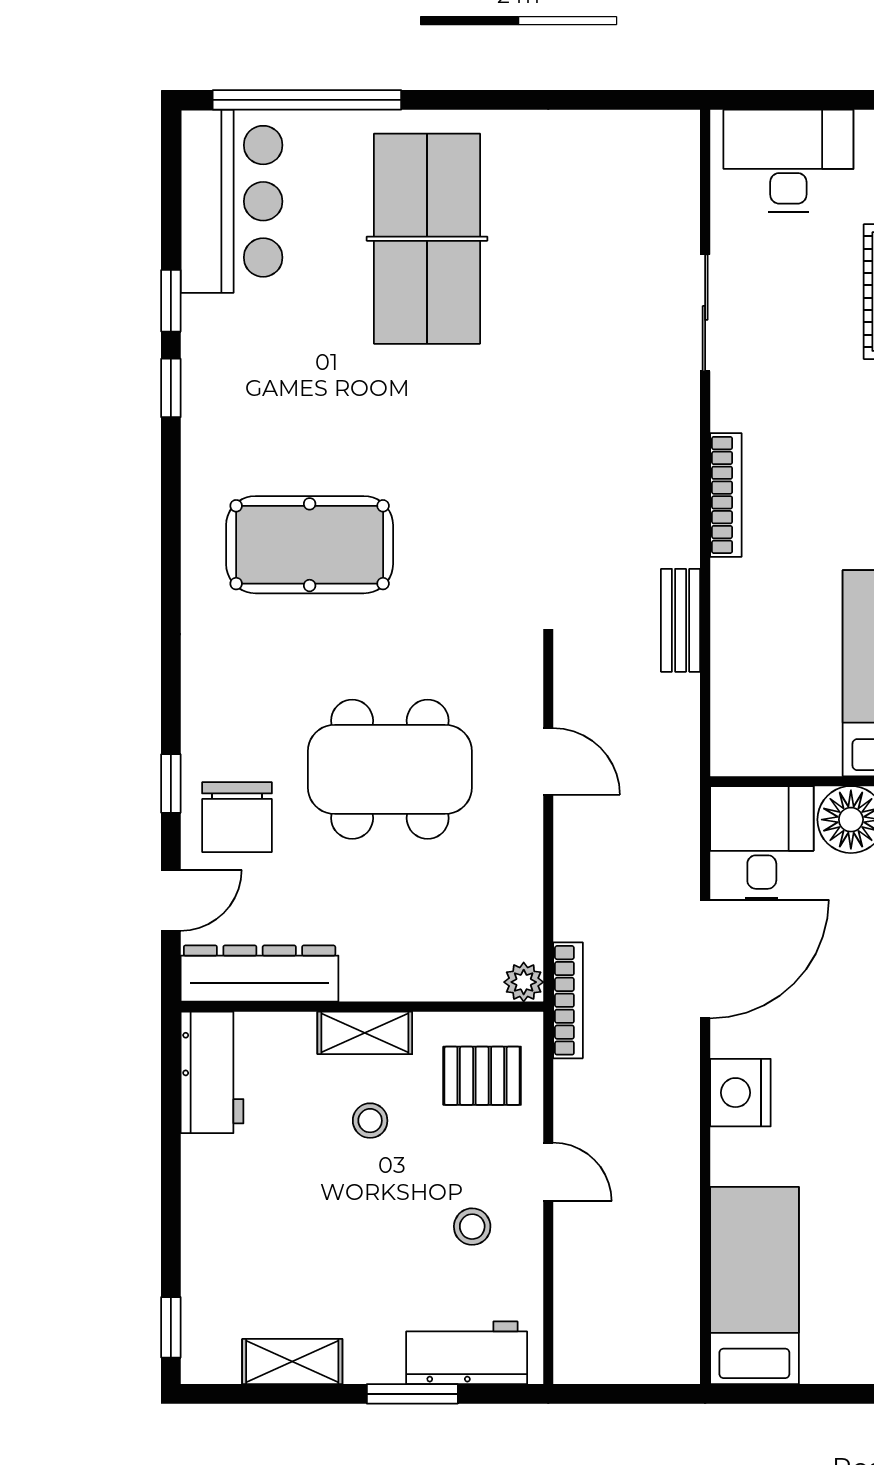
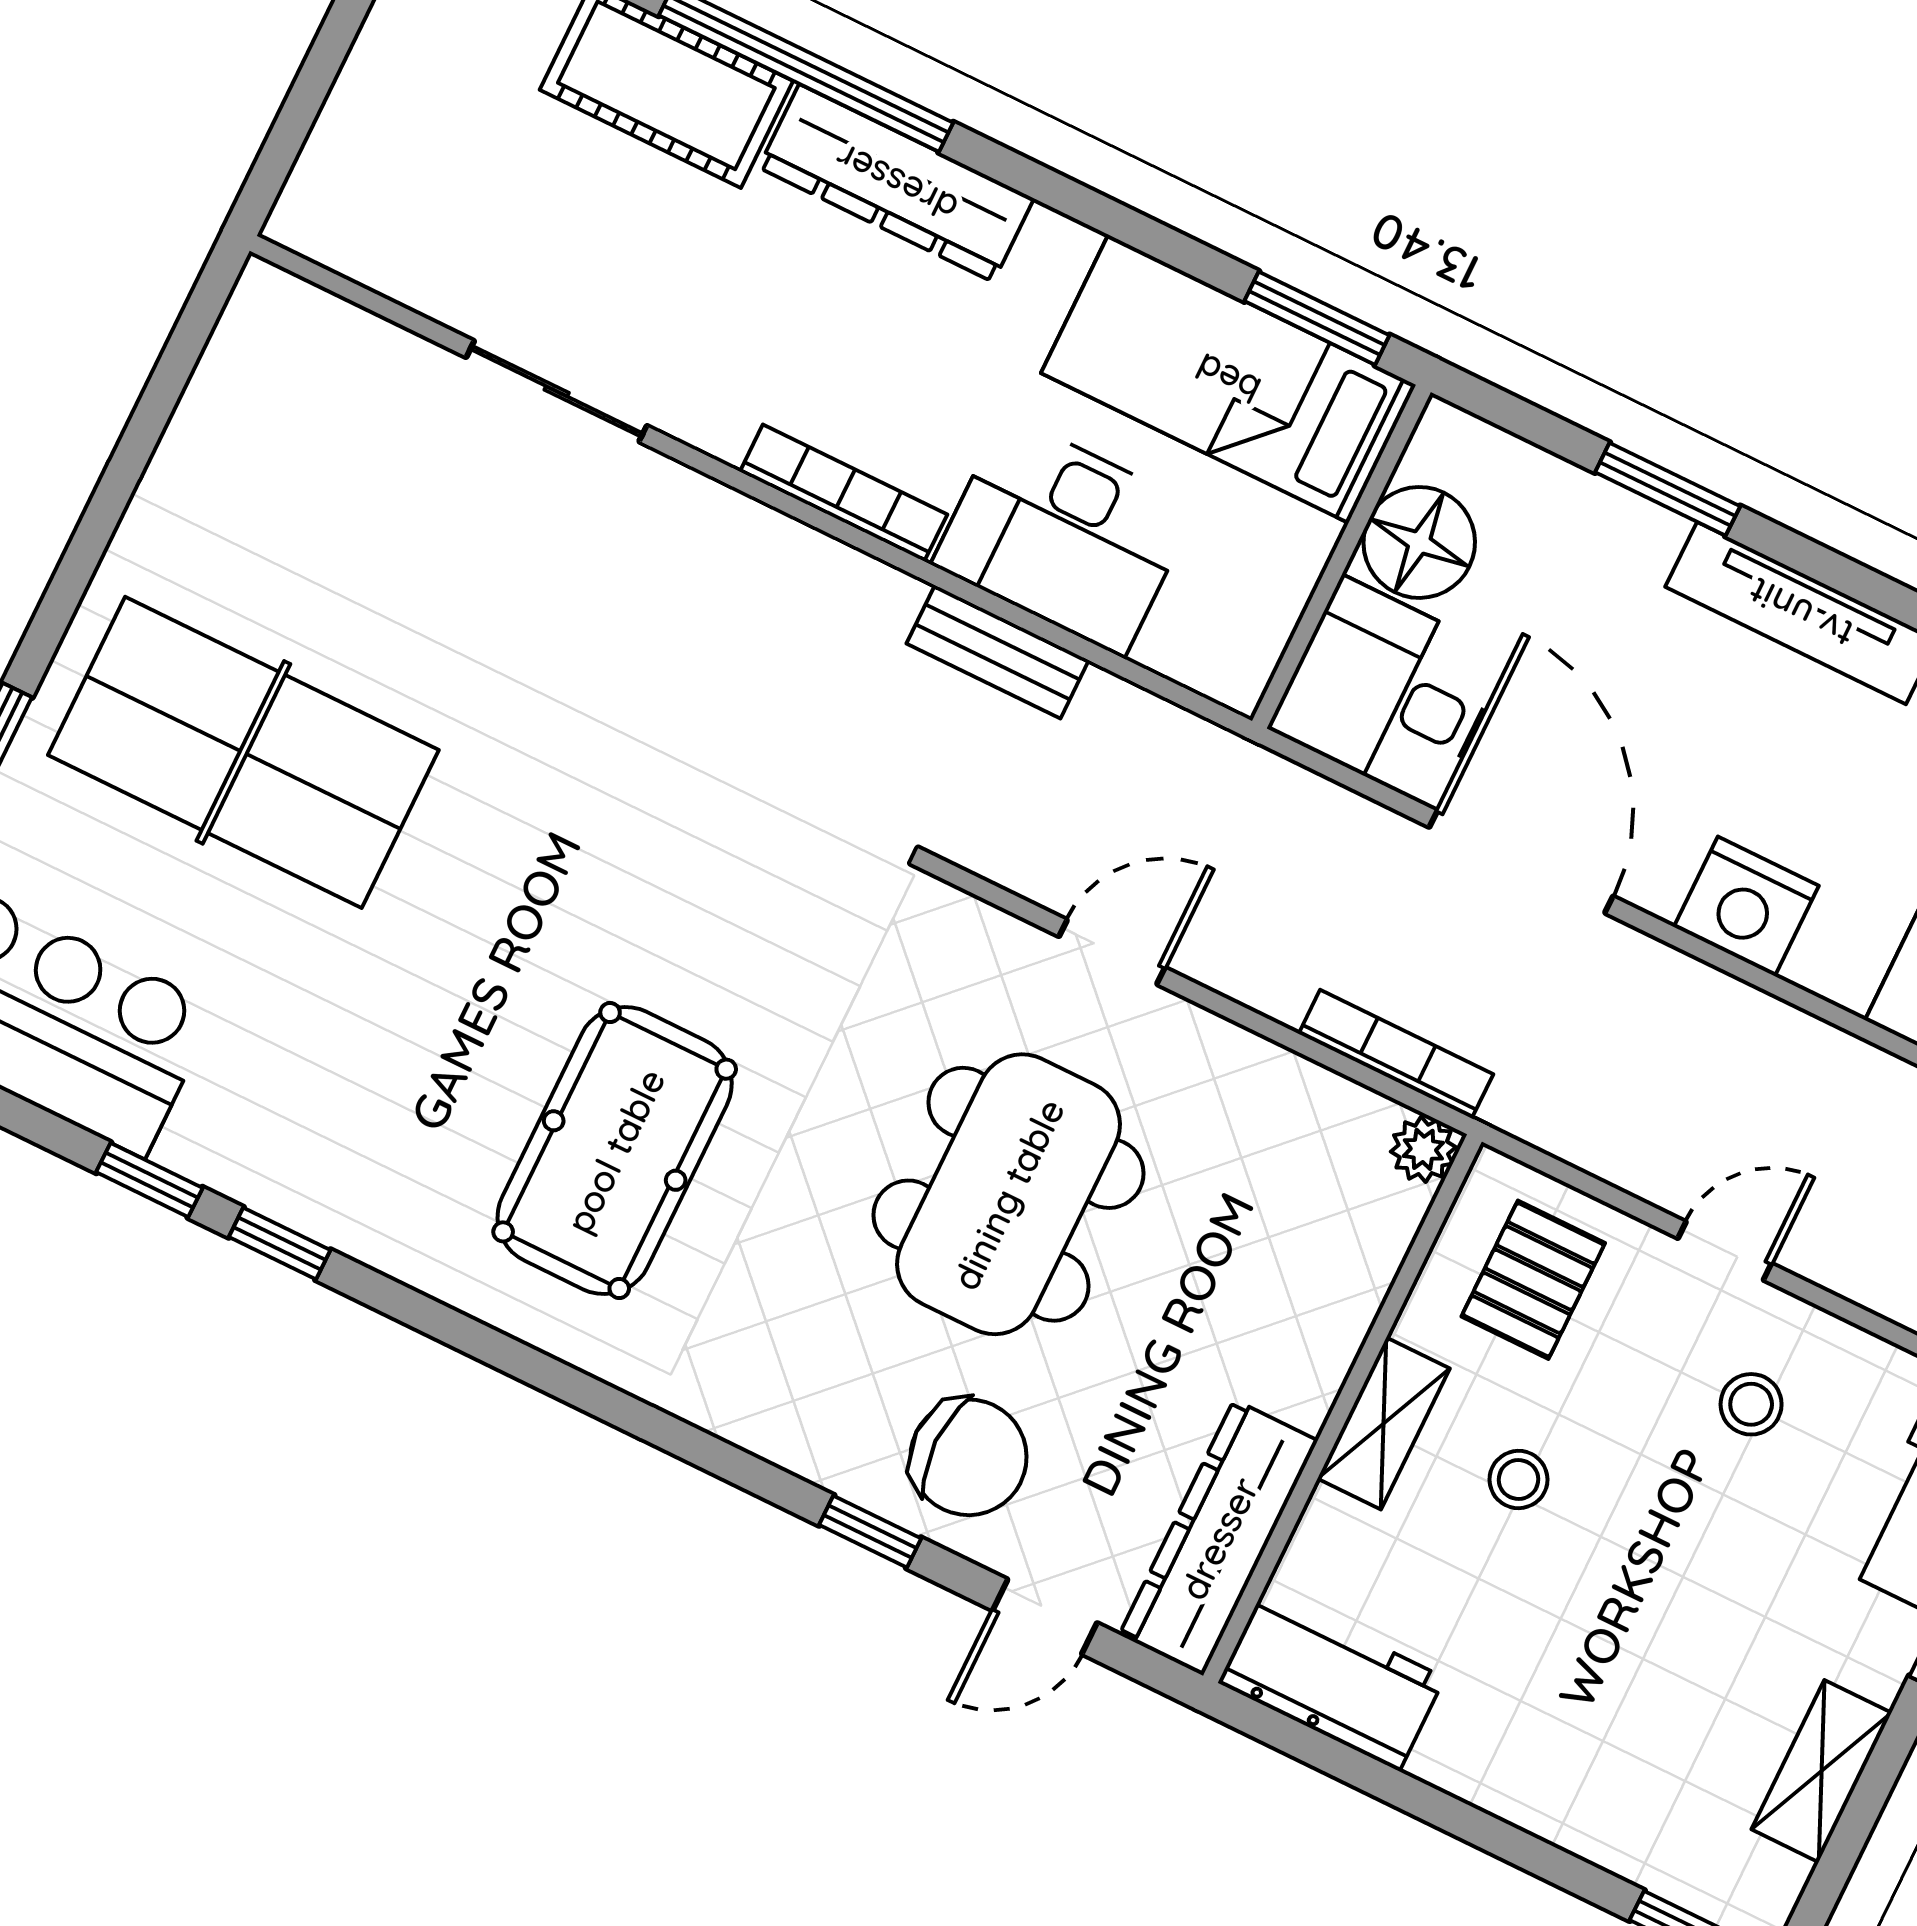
desk: (788, 161) -> (1064, 535), moved, turned -90
door: (171, 900) -> (1045, 1617), swing flipped
bookcase: (568, 1000) -> (1396, 1054), moved

